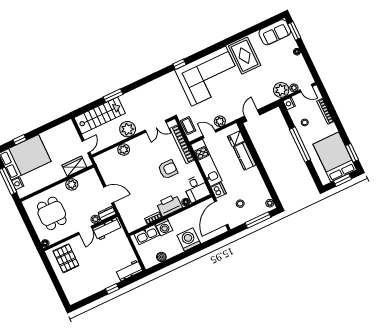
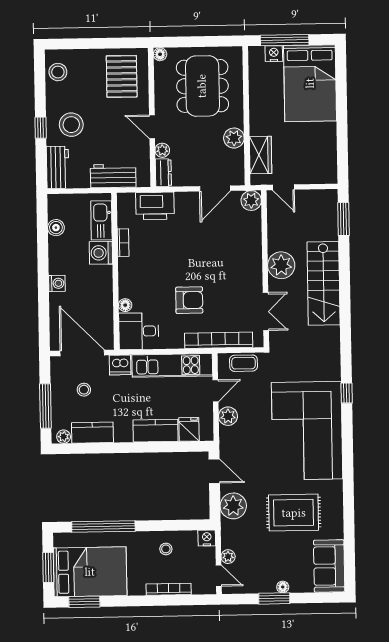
window: (294, 31) -> (274, 598), moved
rug: (245, 56) -> (294, 513), moved
door: (306, 88) -> (219, 576), swing flipped
plant: (281, 90) -> (233, 506), moved
window: (113, 96) -> (344, 219), moved
stairs: (100, 115) -> (324, 283), moved
double door: (156, 126) -> (266, 312), swing flipped
window: (20, 140) -> (341, 88), removed
window: (300, 145) -> (103, 527), moved
plant: (124, 150) -> (251, 201), moved
armchair: (168, 169) -> (189, 300), turned -90
kitchen counter: (261, 189) -> (92, 433), added
door: (109, 195) -> (215, 188), moved
printer: (169, 205) -> (155, 206), moved, turned 90
dining table: (52, 213) -> (202, 86), width x1.37
workbench: (107, 229) -> (113, 176), moved, turned 90
washing machine: (189, 239) -> (57, 283), width x0.53, depth x0.53
pallet: (66, 258) -> (122, 76), turned 90
stool: (103, 273) -> (71, 125), added
stool: (79, 293) -> (58, 72), added

